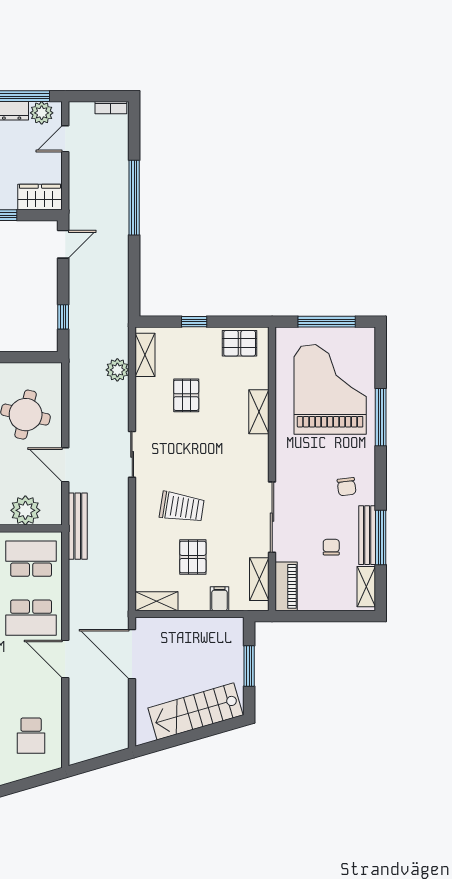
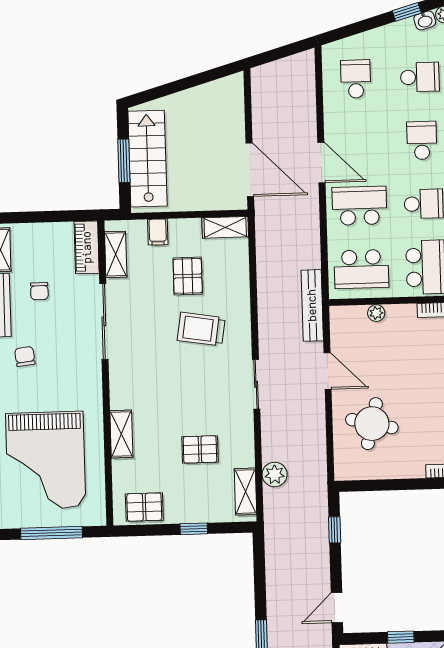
pallet: (186, 395) -> (200, 449), turned 90
plant: (25, 510) -> (376, 313), width x0.53, depth x0.53
stairs: (195, 711) -> (148, 159), moved, turned -74

